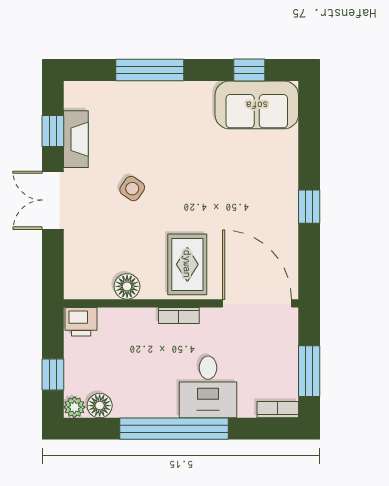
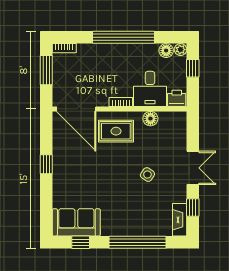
window: (150, 70) -> (137, 242), width x1.46
fireplace: (76, 139) -> (180, 220), moved
rug: (187, 264) -> (116, 131), turned 90
desk: (208, 387) -> (150, 89), moved, turned 180

